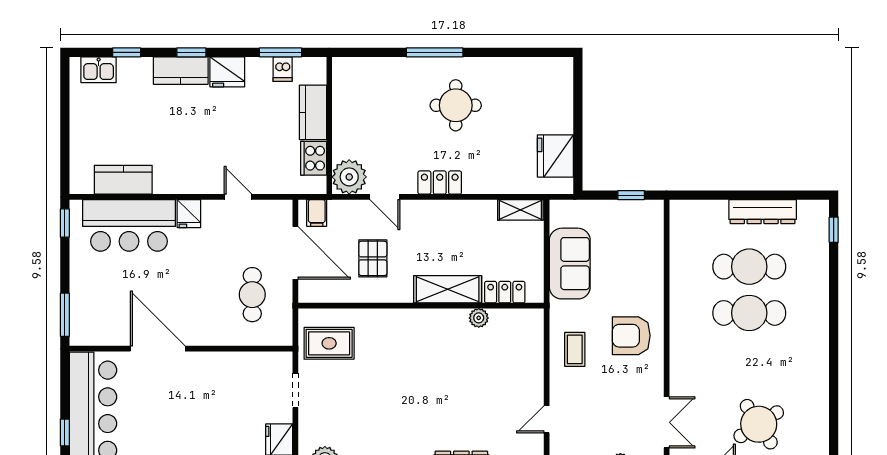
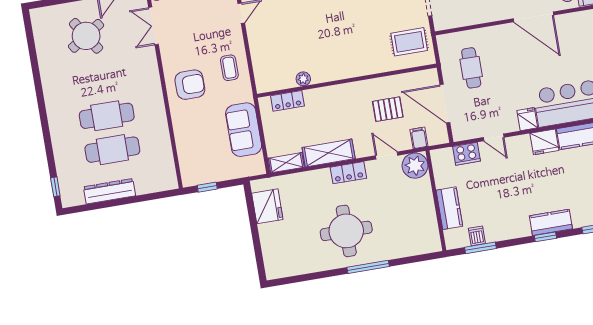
fridge: (227, 72) -> (544, 142), moved, turned 180
round table: (456, 105) -> (346, 231), width x1.36, depth x1.36
cooker: (314, 158) -> (466, 154), moved, turned 90
filing cabinet: (317, 213) -> (419, 138), moved
pallet: (373, 258) -> (388, 109), turned 90
shelving: (448, 289) -> (329, 153), moved

